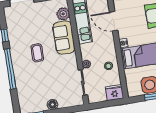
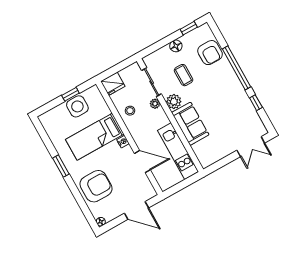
plant: (63, 14) -> (174, 102), moved
coffee table: (37, 53) -> (184, 75), moved
armchair: (27, 89) -> (210, 53), added

